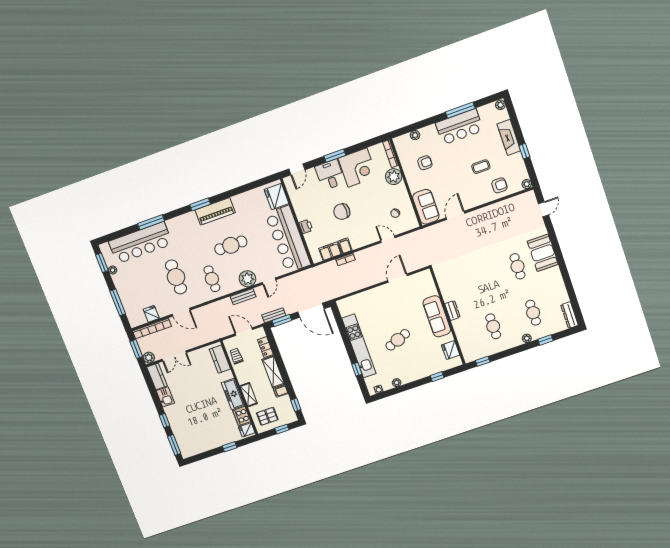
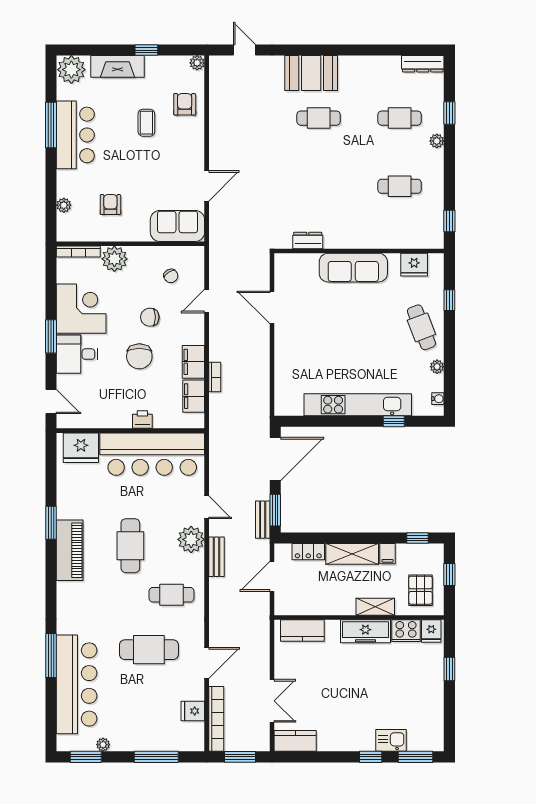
plant: (500, 105) -> (71, 70), width x1.88, depth x1.88
window: (200, 204) -> (51, 523), moved
chair: (367, 210) -> (150, 317), added
door: (455, 215) -> (207, 186), swing flipped
filing cabinet: (345, 246) -> (193, 362), width x2.00
dresser: (452, 310) -> (308, 240), moved
cafe table: (398, 340) -> (421, 327), moved
trolley: (236, 356) -> (307, 603), removed
plant: (149, 358) -> (260, 742), removed
kitchen sink: (165, 397) -> (391, 740), moved

